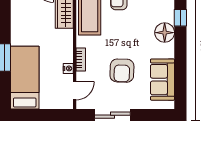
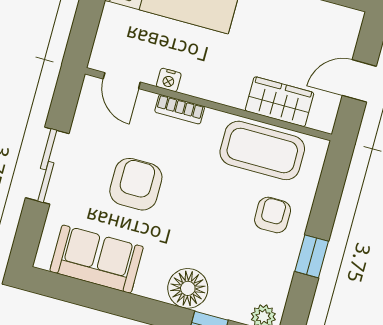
armchair: (122, 71) -> (136, 184), turned 88
sliding door: (112, 115) -> (47, 166), moved

